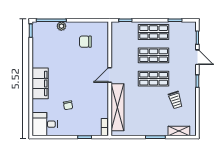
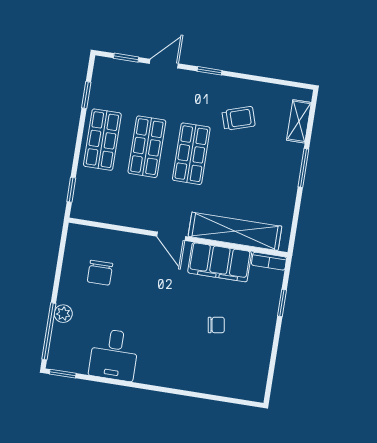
filing cabinet: (40, 83) -> (220, 262), moved, turned 180
desk: (45, 124) -> (114, 355), moved

